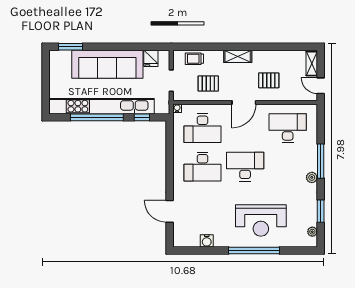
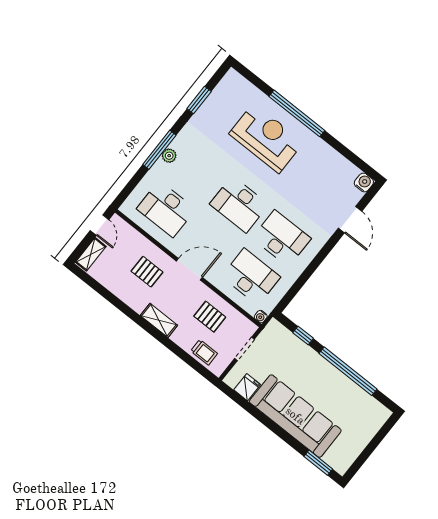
kitchen unit: (102, 106) -> (334, 378), removed
plant: (312, 177) -> (169, 156), moved
plant: (312, 232) -> (224, 86), removed
water cooler: (207, 241) -> (364, 183), moved

